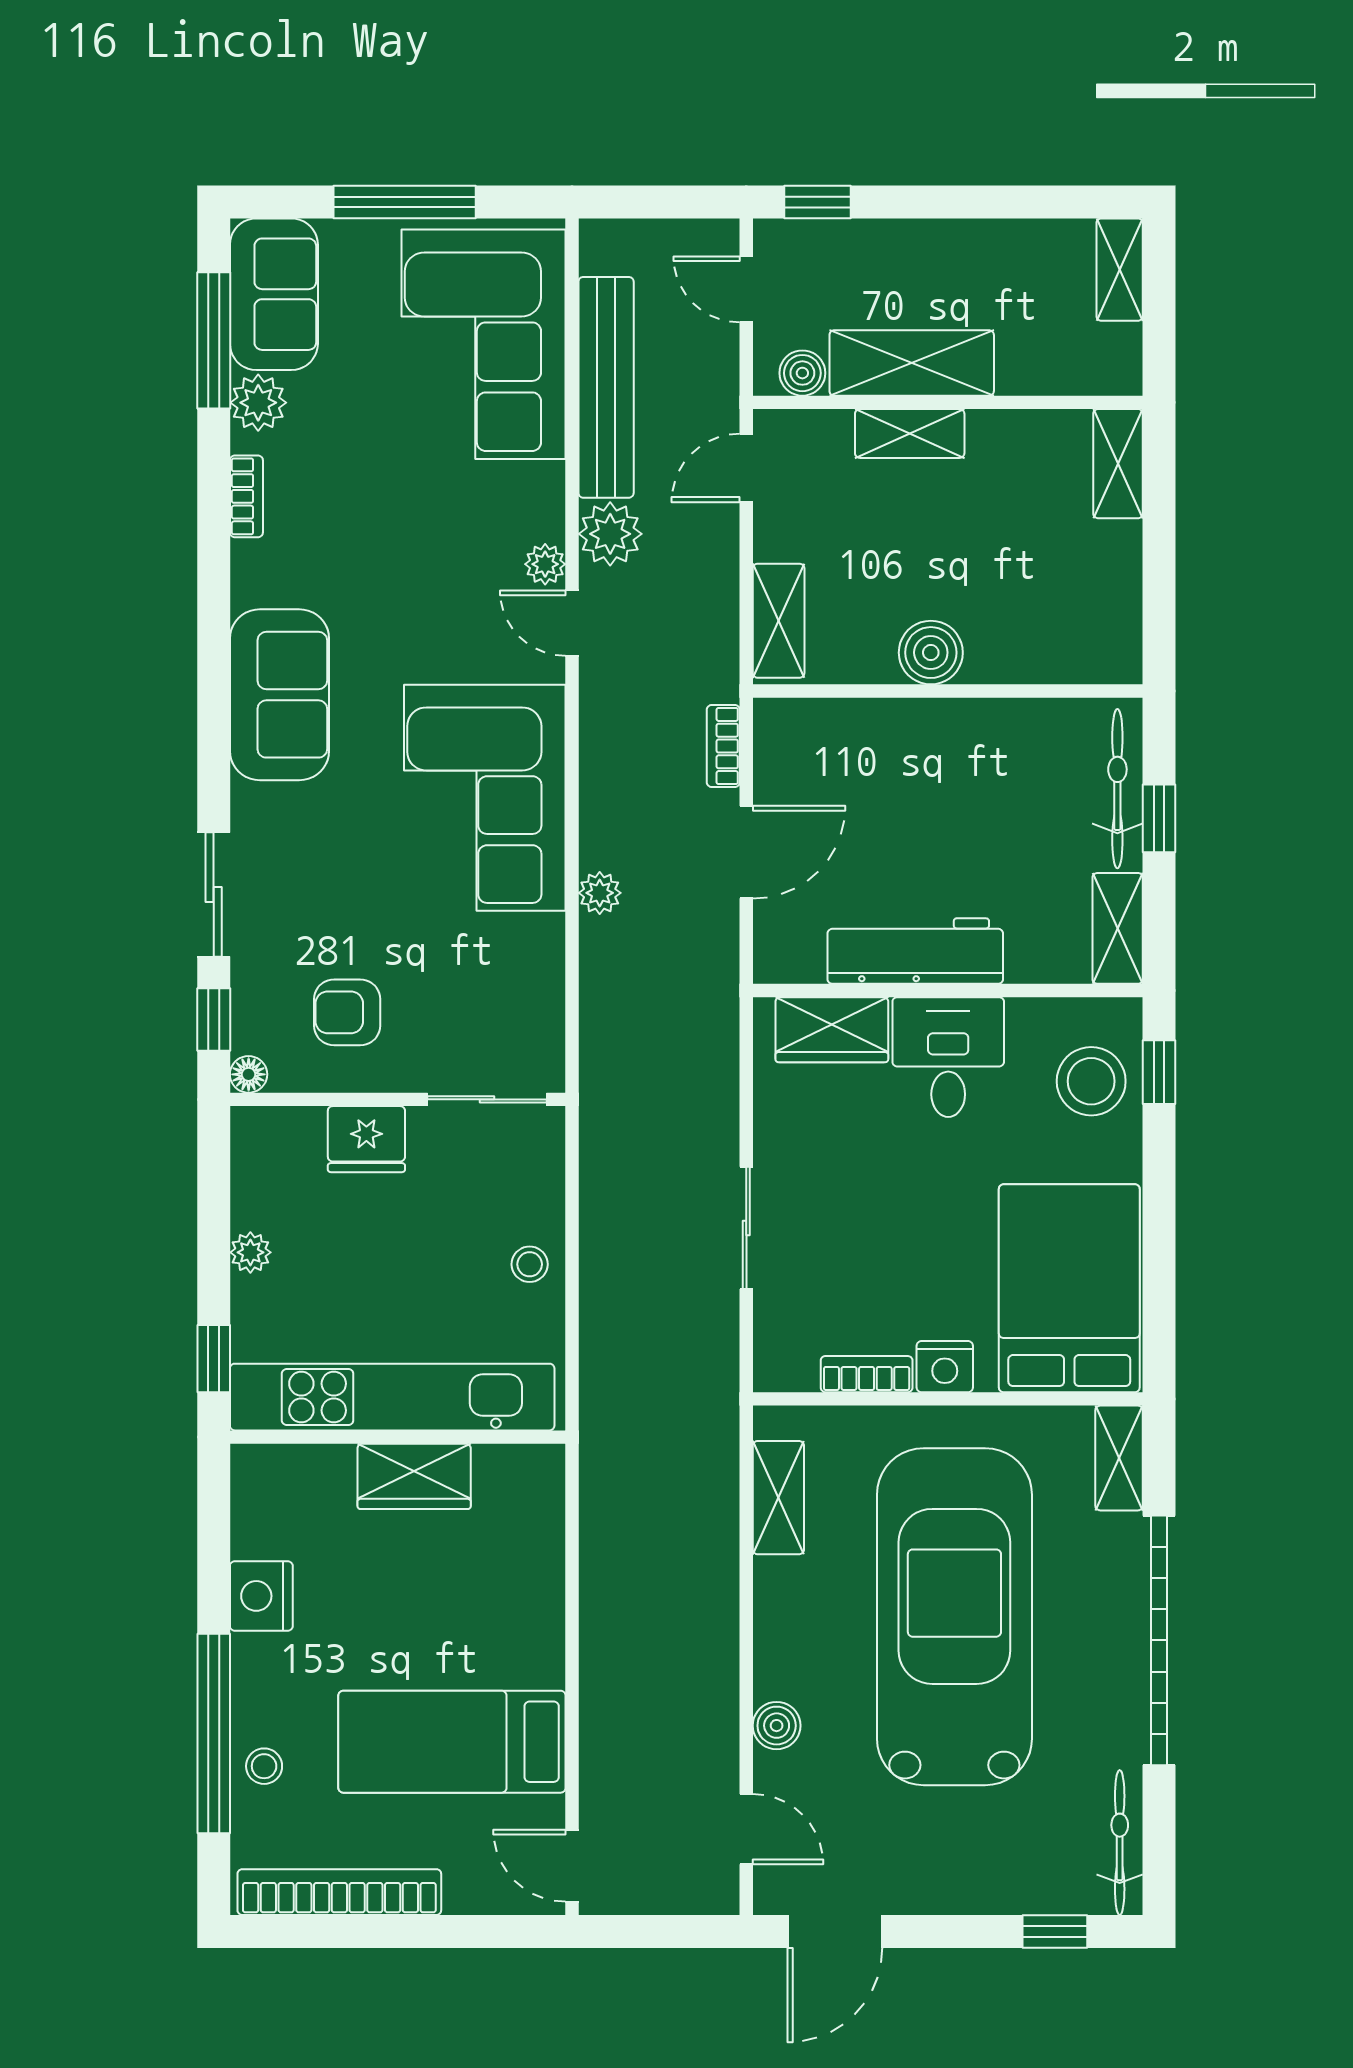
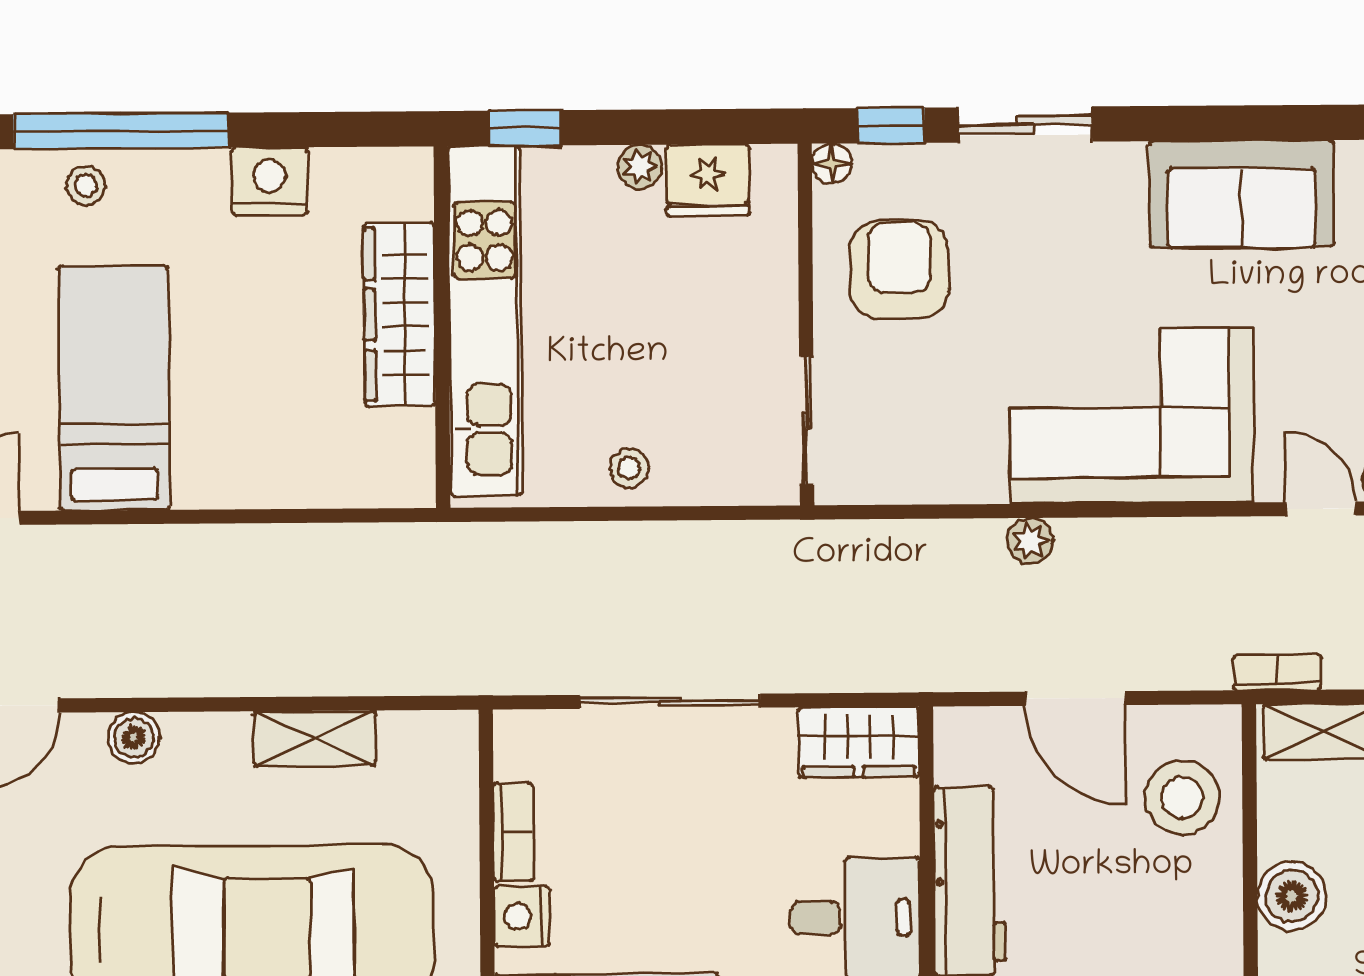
door: (572, 623) -> (1321, 509), hinge flipped
bookcase: (723, 746) -> (1277, 672), moved
stool: (839, 753) -> (1182, 797), added
armchair: (347, 1012) -> (899, 269), width x1.38, depth x1.38
wardrobe: (832, 1030) -> (858, 742), moved, turned -90
fridge: (366, 1139) -> (708, 180), moved, turned -90
sliding door: (746, 1228) -> (670, 701), width x1.37
wardrobe: (414, 1476) -> (399, 315), width x1.50
shelving: (778, 1498) -> (315, 738), moved

